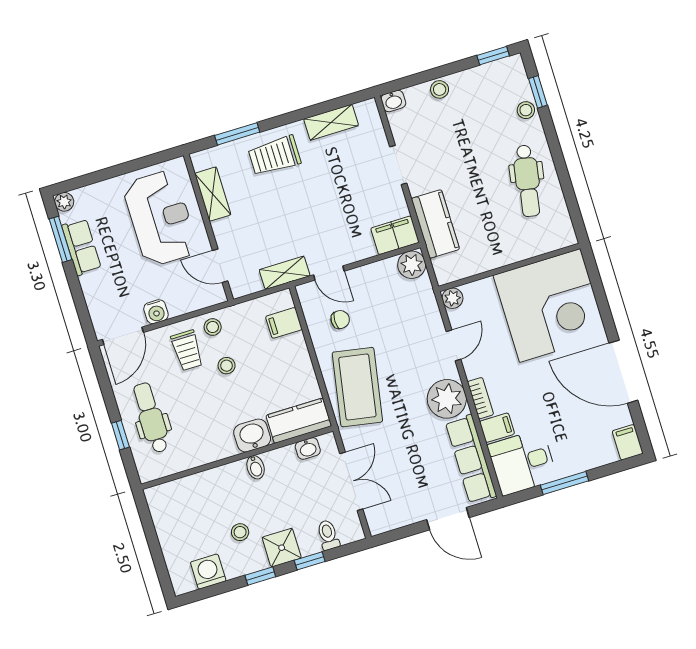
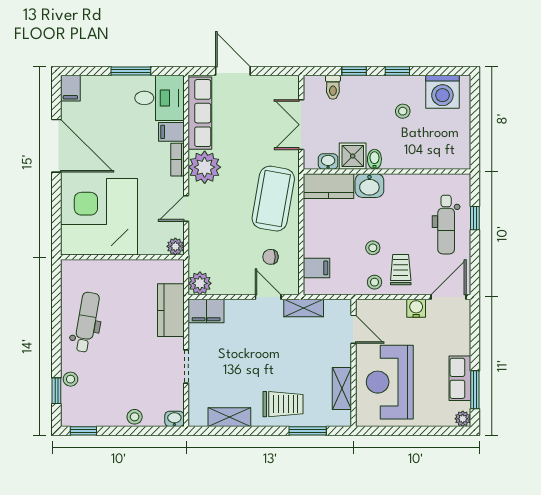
shower: (282, 548) -> (353, 156), moved
washing machine: (208, 572) -> (442, 92), width x1.37, depth x1.37

